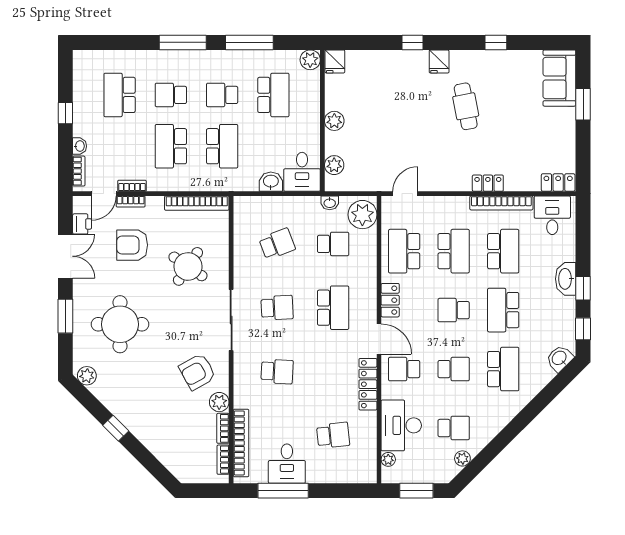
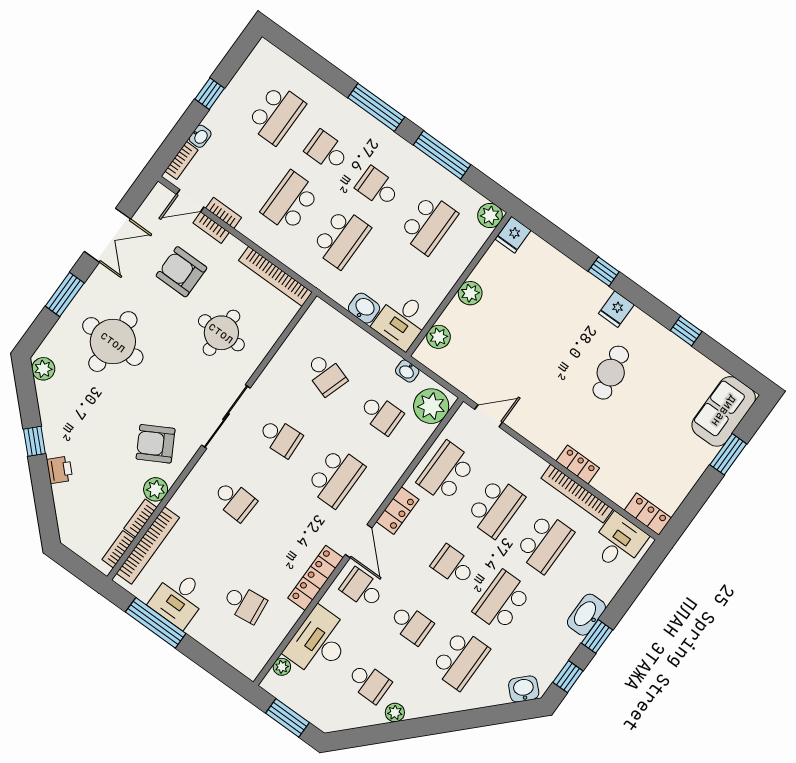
school desk: (120, 95) -> (276, 114), turned 180
printer: (82, 224) -> (60, 470), moved, turned -45
school desk: (277, 244) -> (326, 374), turned 39
round table: (188, 266) -> (221, 333), turned -34
plant: (462, 458) -> (395, 713), moved

